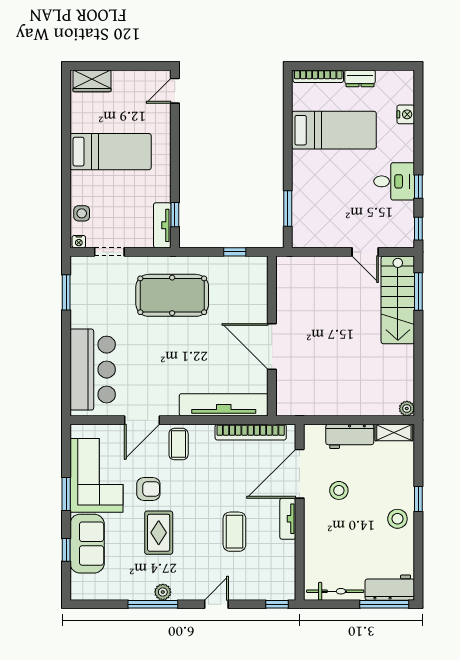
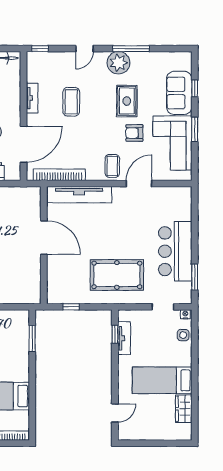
wardrobe: (92, 81) -> (184, 409), moved, turned -90
door: (175, 91) -> (115, 413), moved
tv unit: (162, 225) -> (124, 338), moved
bar counter: (93, 370) -> (175, 251), moved
tv unit: (288, 519) -> (32, 98), moved
plant: (163, 592) -> (118, 63), width x1.87, depth x1.87

